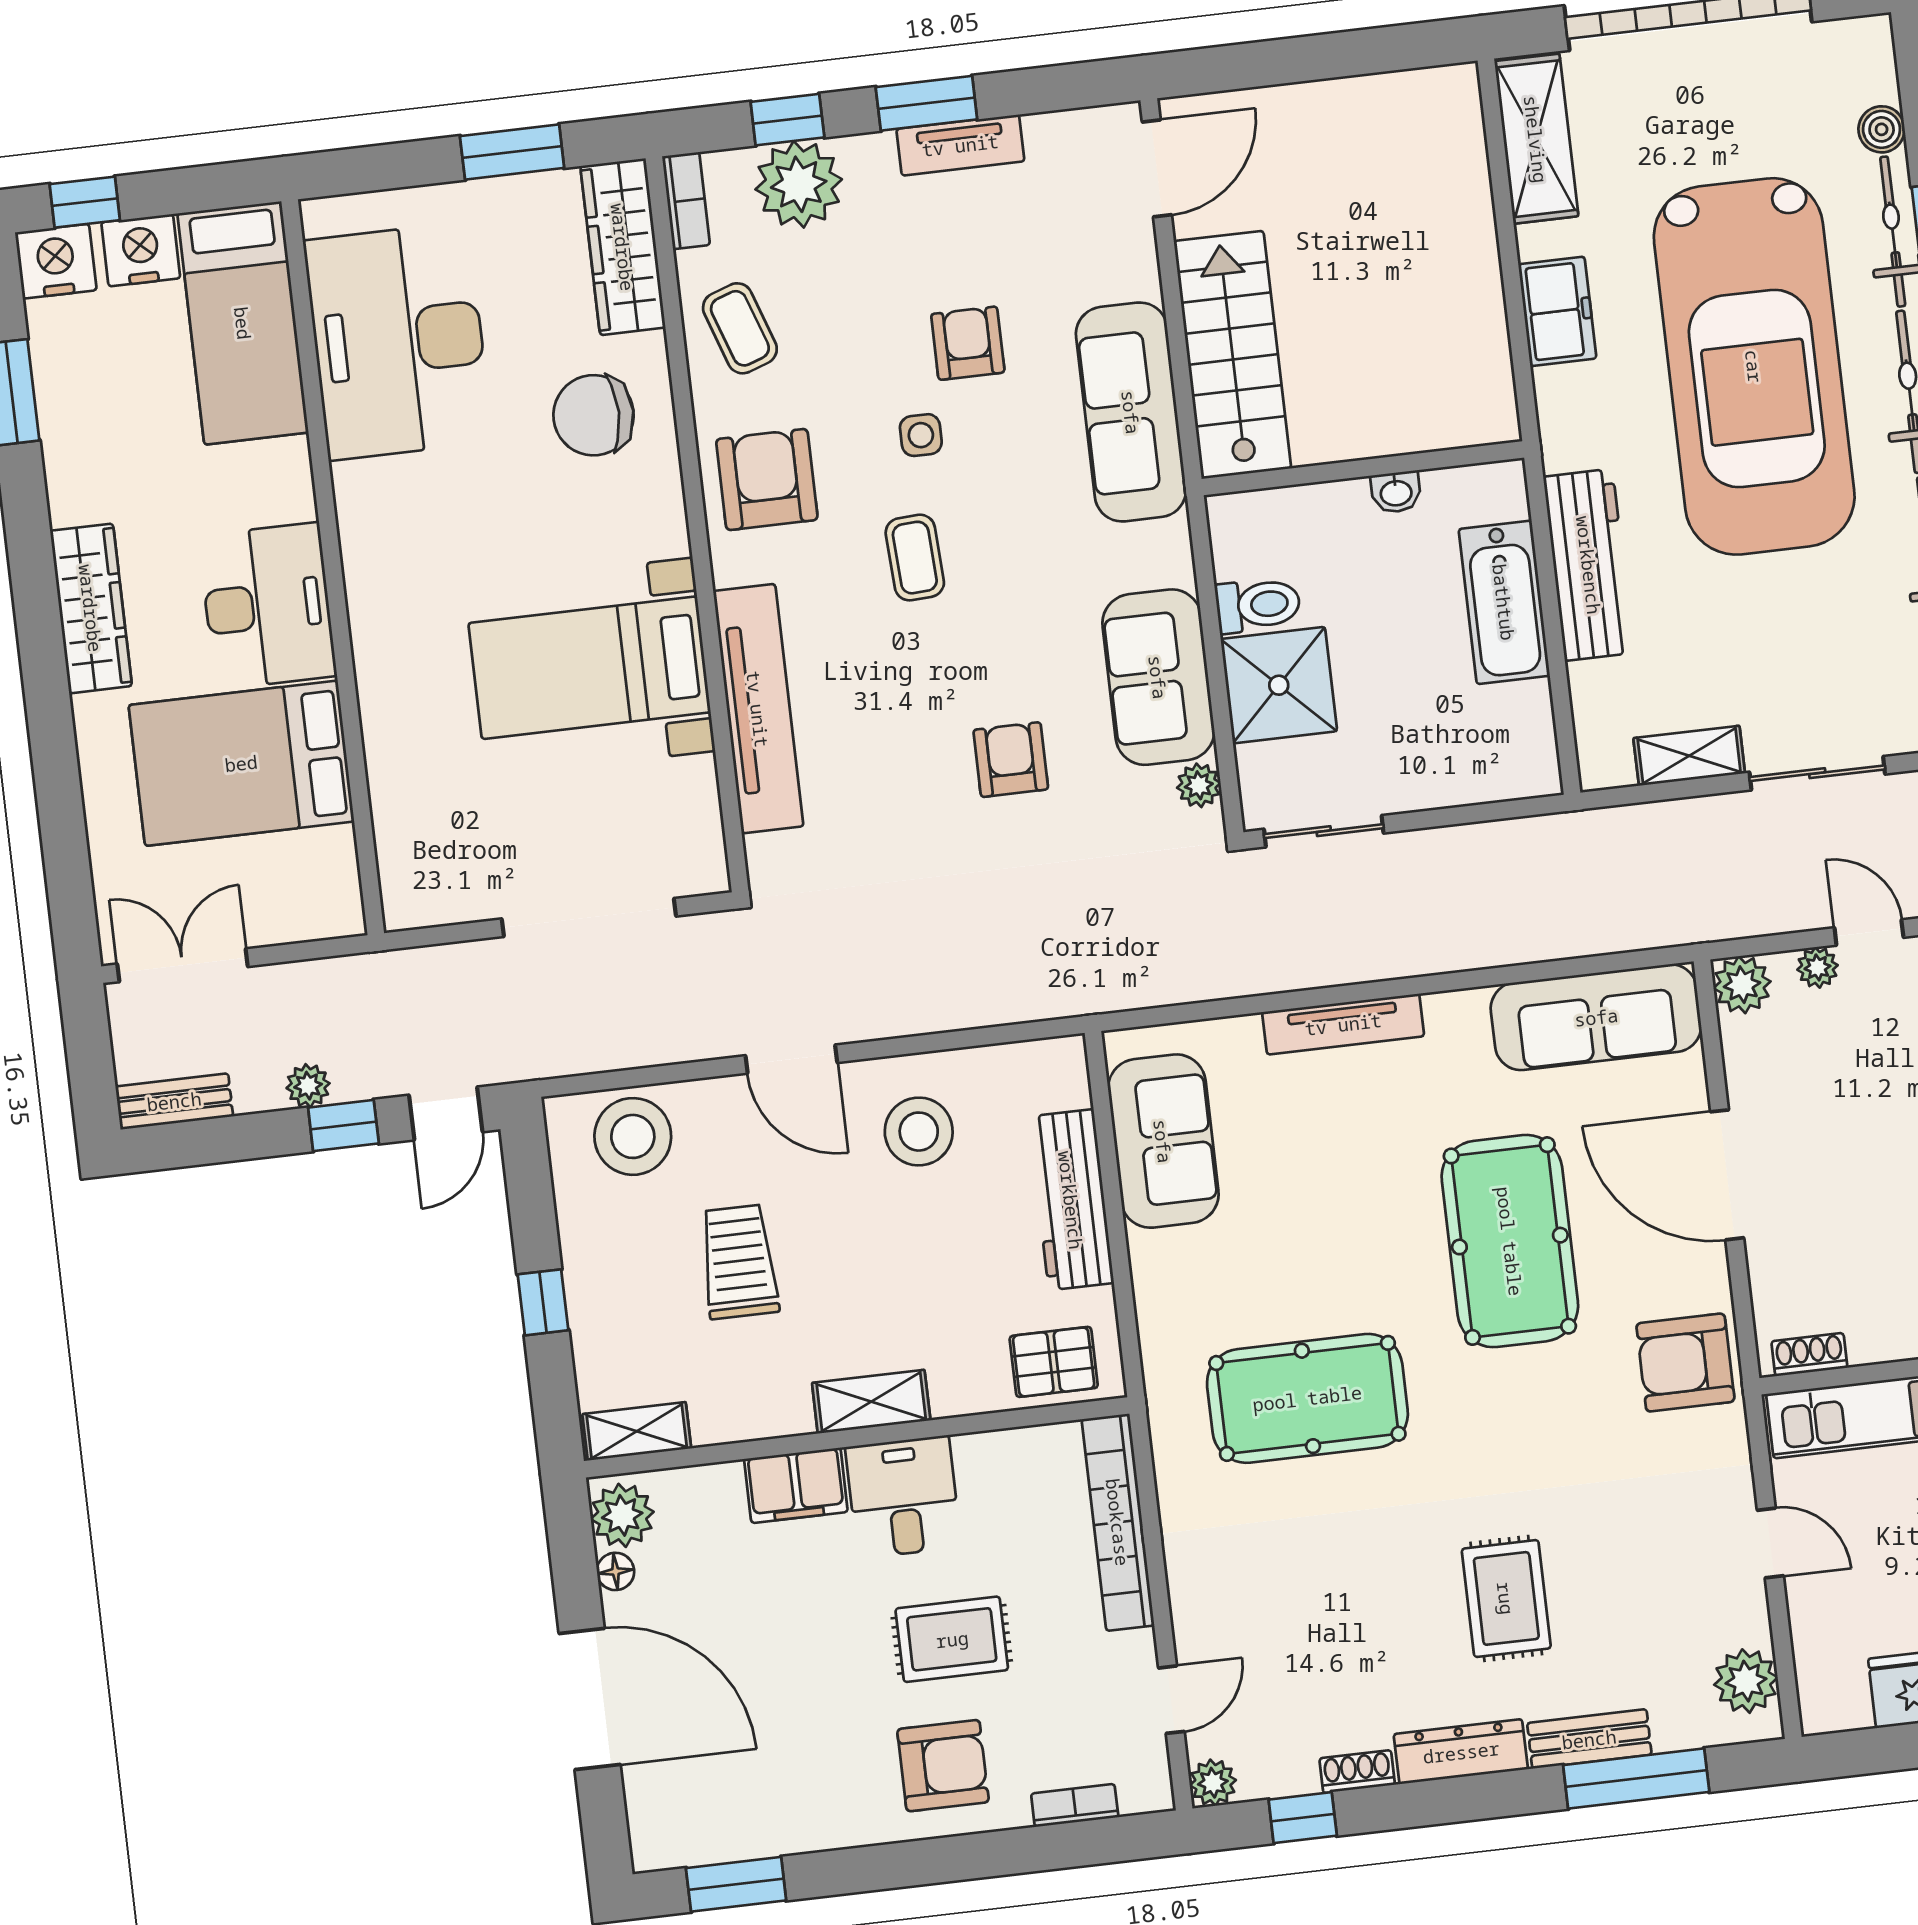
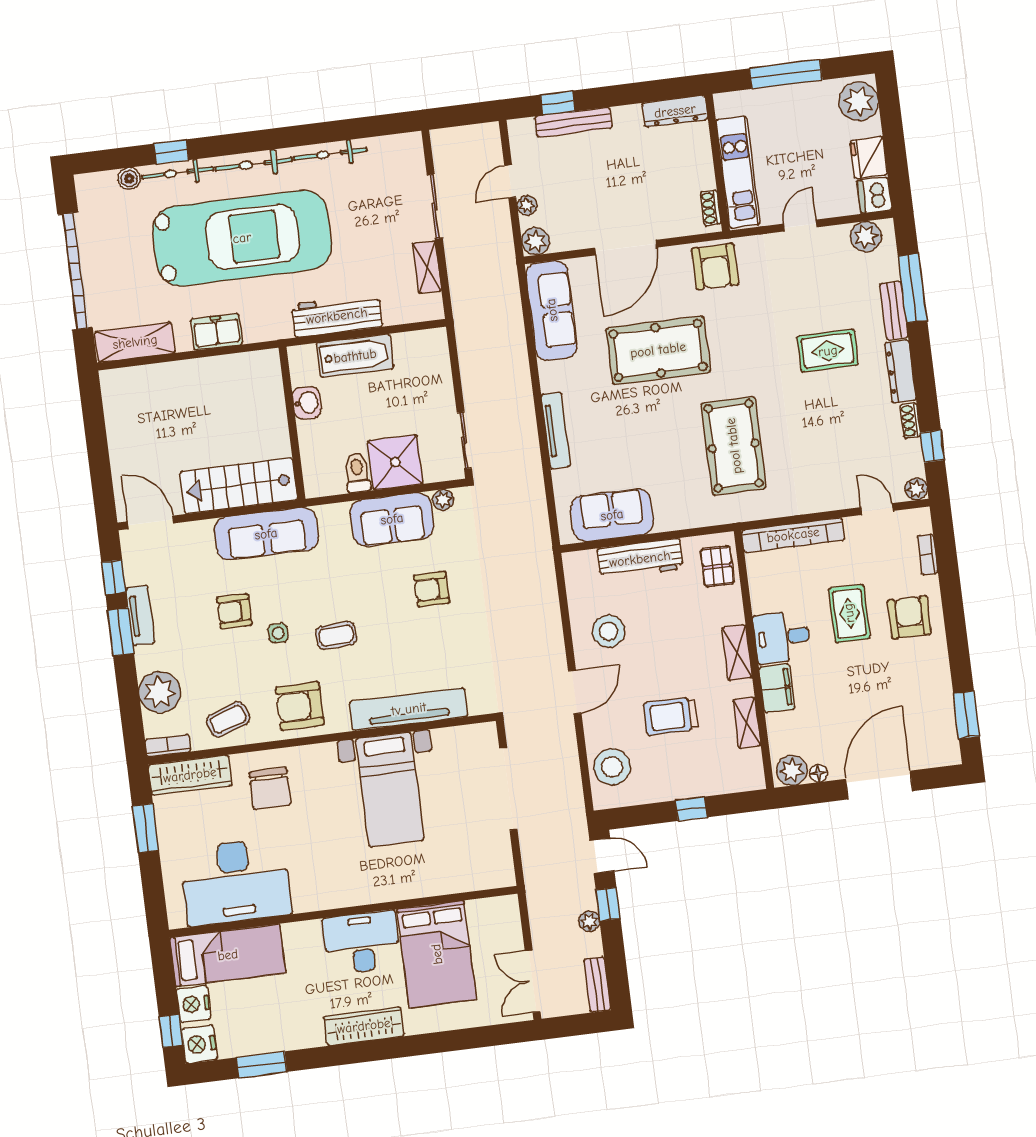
window: (787, 120) -> (114, 577), moved
washbasin: (1396, 492) -> (307, 403), width x1.38, depth x1.45
shelving: (637, 1431) -> (747, 723), moved
dishwasher: (1833, 1700) -> (874, 195), added

